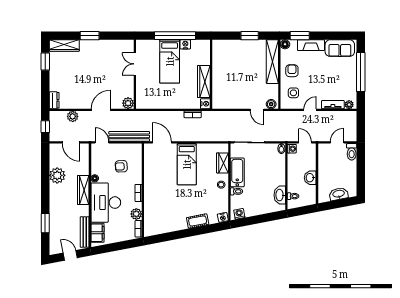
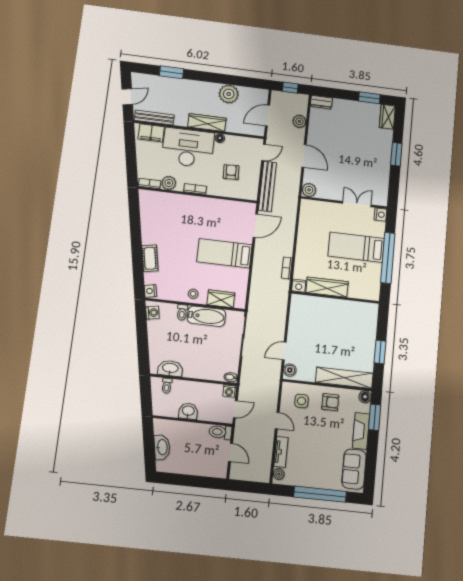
nightstand: (185, 44) -> (380, 215), moved
wardrobe: (64, 45) -> (387, 117), width x0.67
toilet: (352, 152) -> (220, 432), moved

